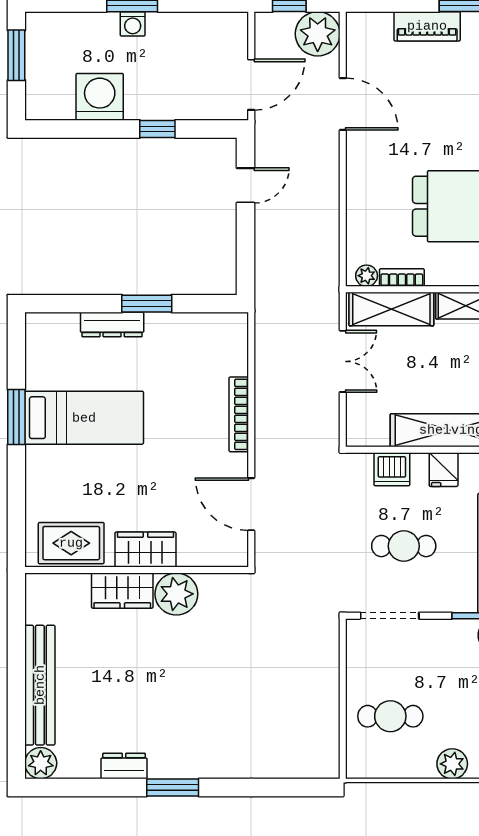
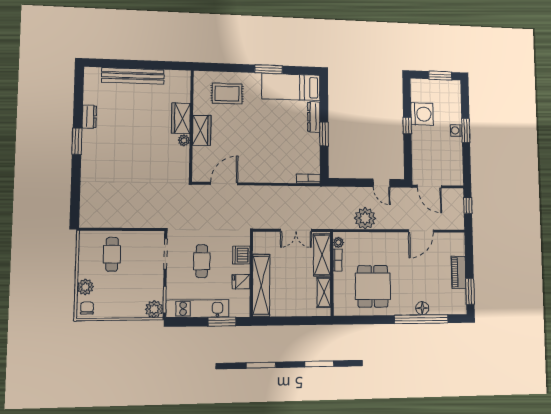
plant: (318, 34) -> (365, 218), moved
window: (157, 129) -> (407, 126), moved
bookcase: (239, 414) -> (308, 179), moved, width x0.64
bed: (84, 418) -> (291, 87), moved, turned 90
rug: (71, 543) -> (227, 94), moved, turned 90
plant: (176, 594) -> (184, 140), width x0.53, depth x0.53
plant: (41, 763) -> (92, 75), removed

